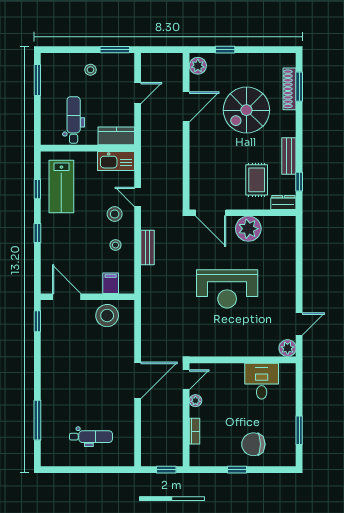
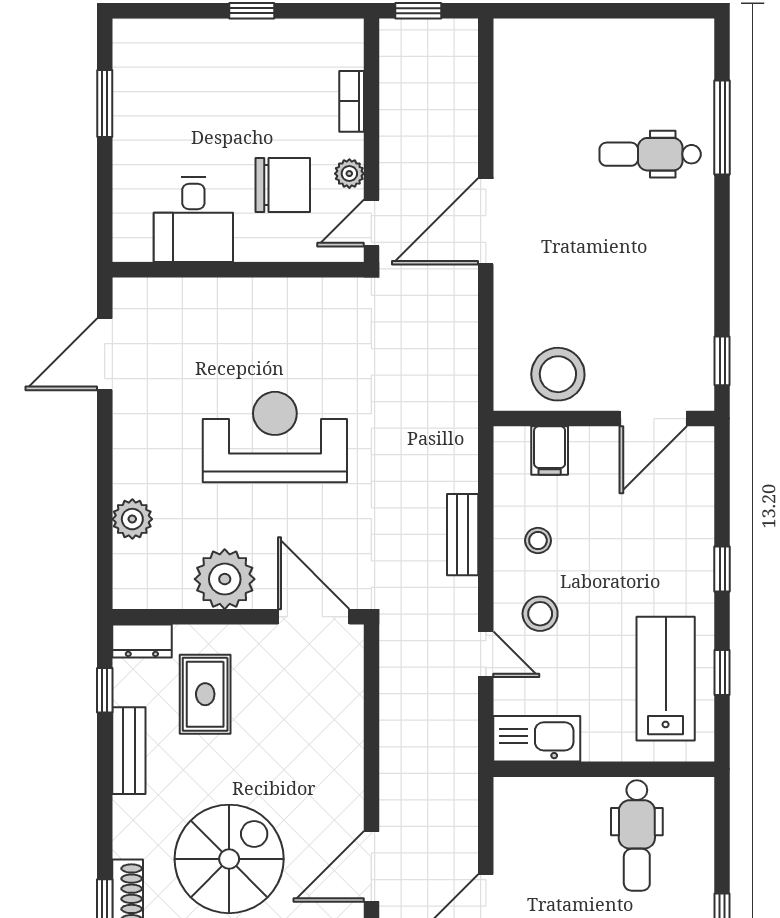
kitchen counter: (116, 136) -> (536, 798), removed
door: (67, 297) -> (653, 419), hinge flipped
door: (299, 324) -> (105, 354), width x1.38
plant: (288, 348) -> (132, 519), moved
dental chair: (91, 437) -> (650, 154), moved
chair: (253, 444) -> (283, 185), moved

